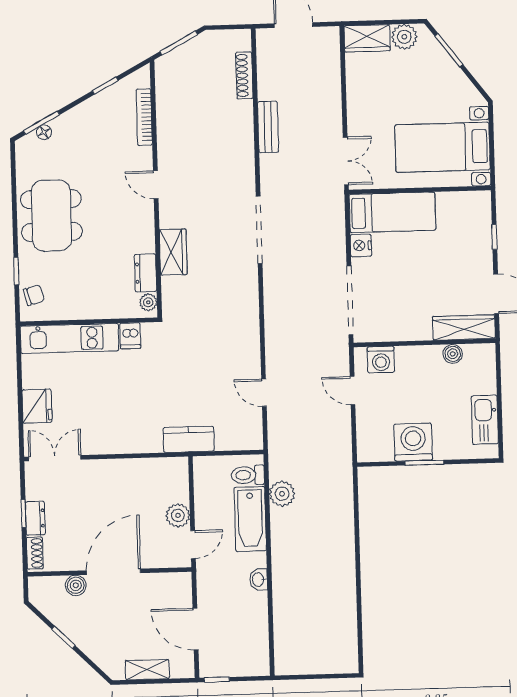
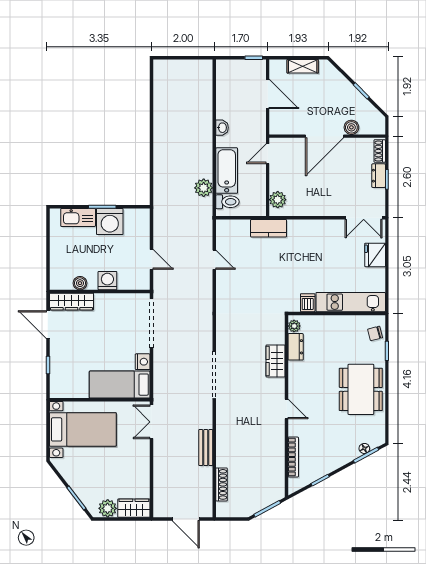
washing machine: (381, 360) -> (107, 281), moved
kitchen sink: (485, 420) -> (78, 217), moved, turned 90
plant: (178, 515) -> (278, 200), moved

